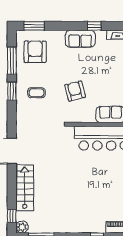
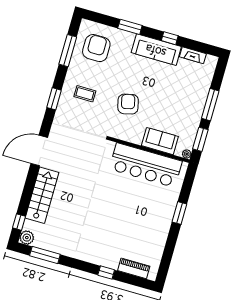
window: (34, 26) -> (130, 27), moved
sofa: (80, 39) -> (156, 50), width x1.36
window: (12, 91) -> (54, 99), moved

